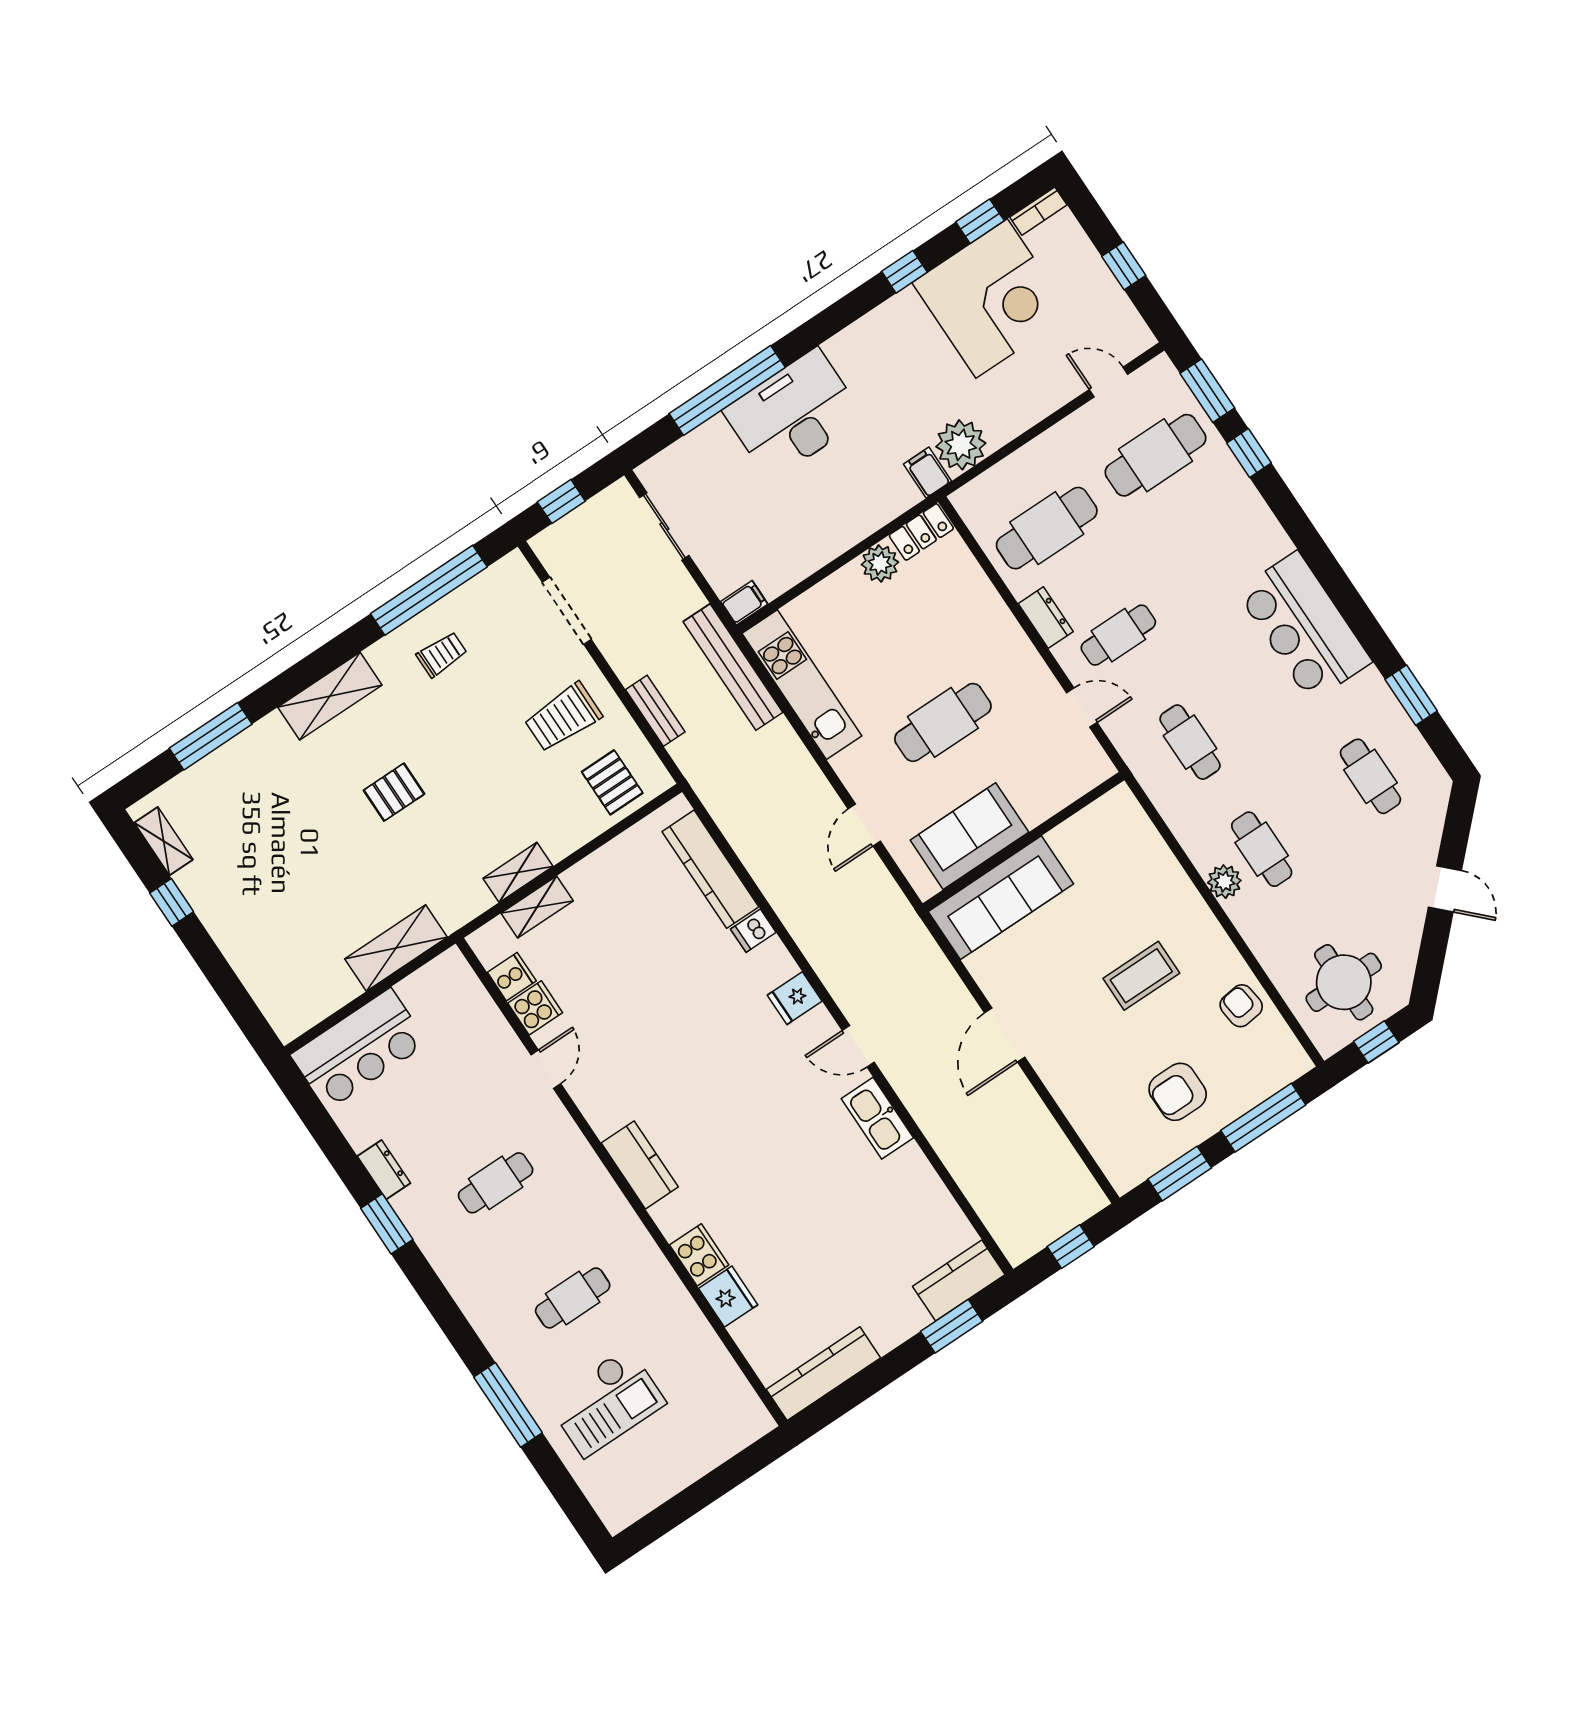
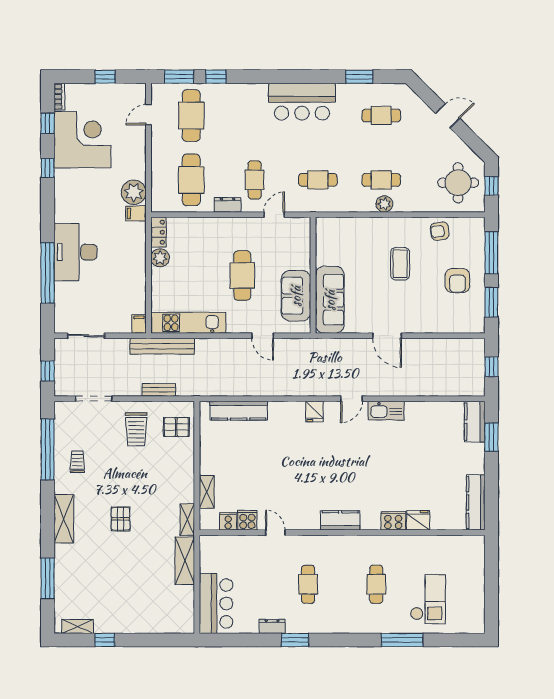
shelving: (518, 872) -> (187, 519), moved
dishwasher: (753, 931) -> (275, 410), removed

